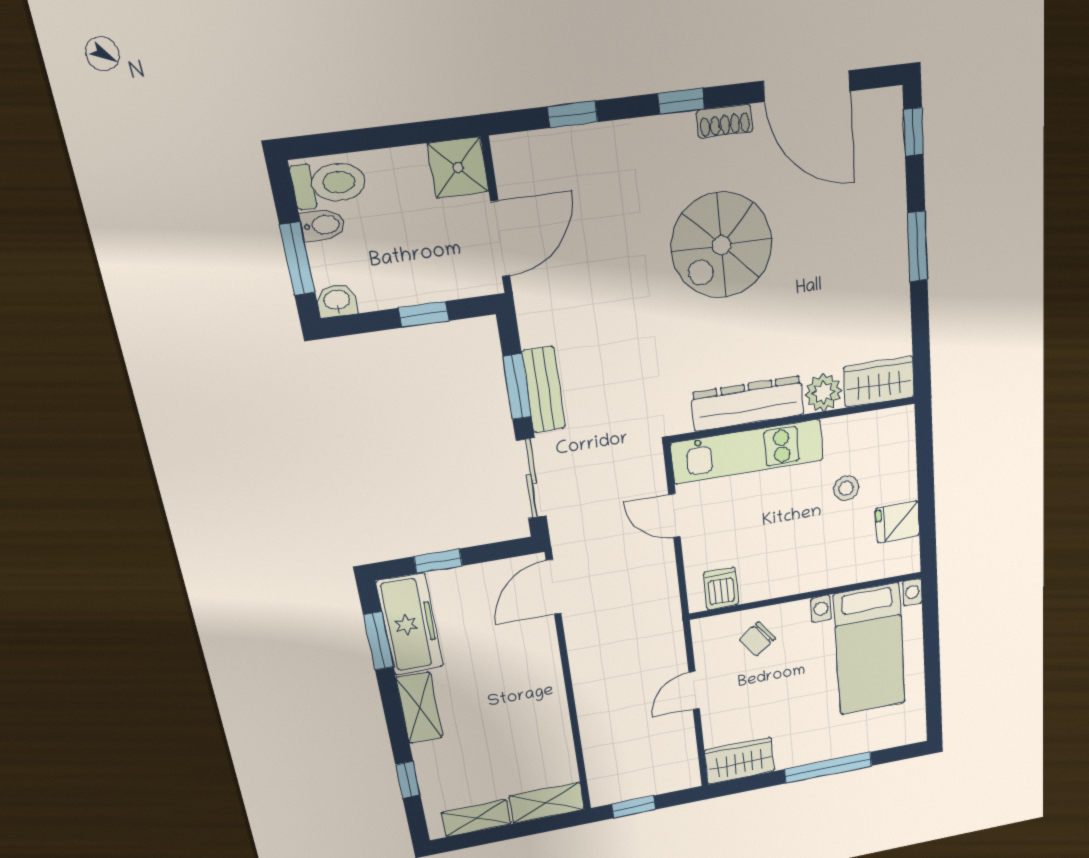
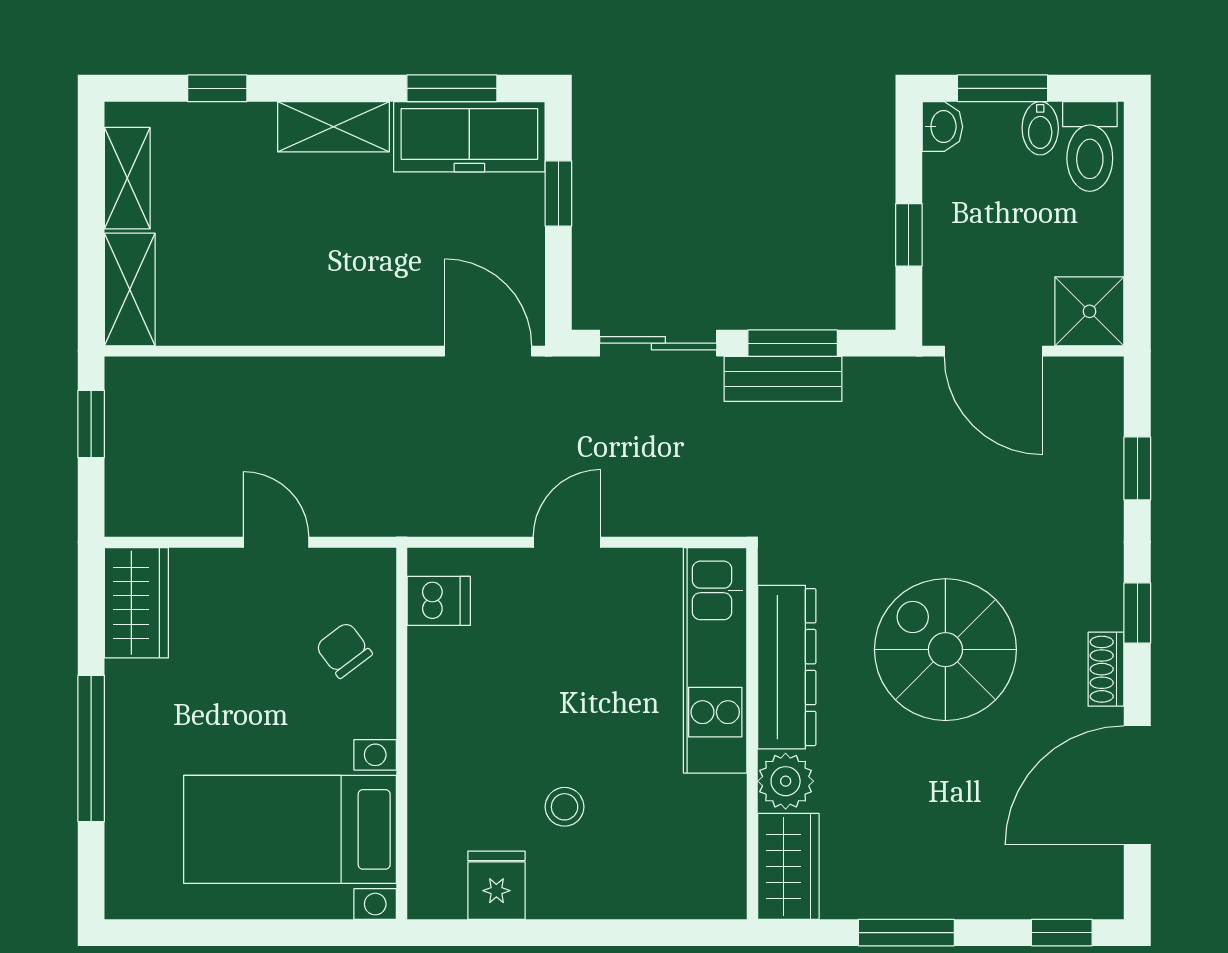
wardrobe: (879, 382) -> (788, 866), moved
plant: (824, 393) -> (786, 781), moved
dresser: (748, 404) -> (787, 667), moved
wall: (794, 420) -> (752, 733), moved
kitchen unit: (747, 452) -> (715, 660), moved

